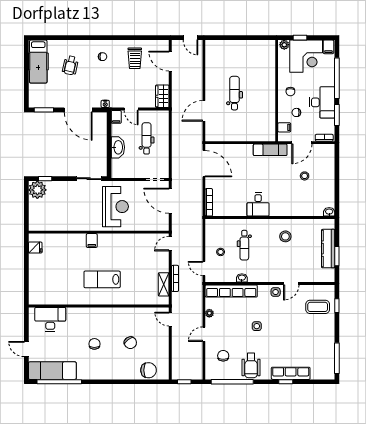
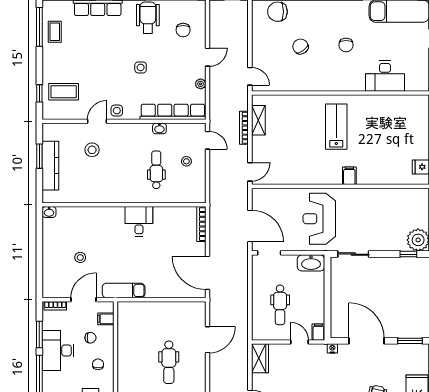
washbasin: (118, 147) -> (311, 263), moved, turned -90
stool: (285, 236) -> (92, 150), moved
lab bench: (102, 279) -> (336, 127), turned -90
desk: (50, 319) -> (385, 76), moved
coffee table: (325, 354) -> (55, 32), added

